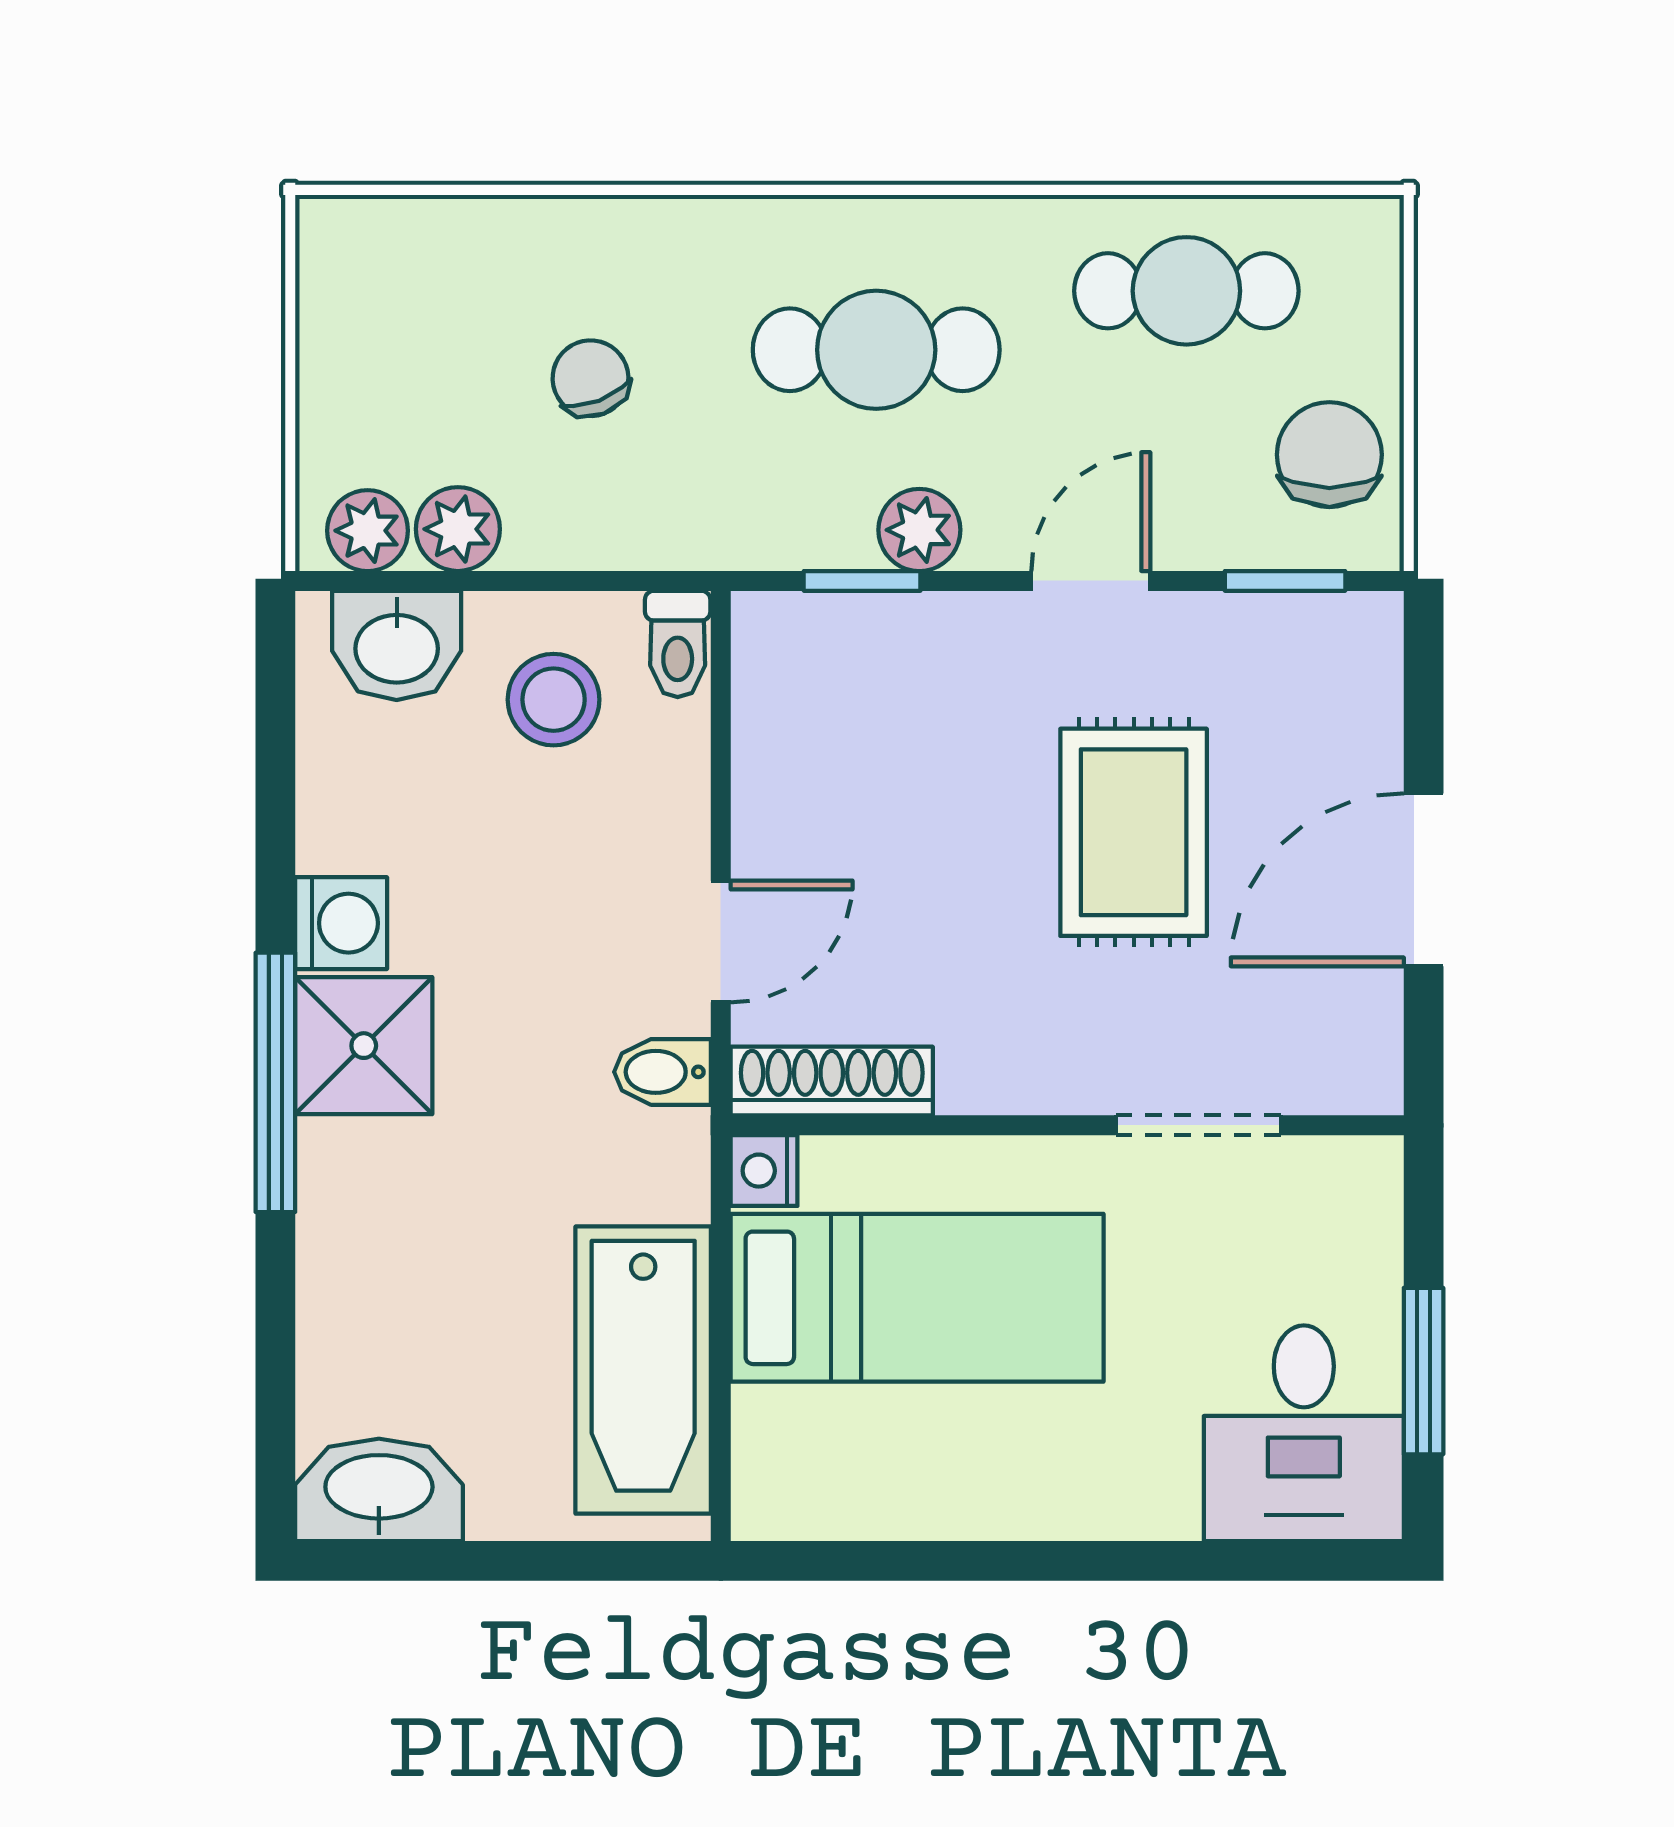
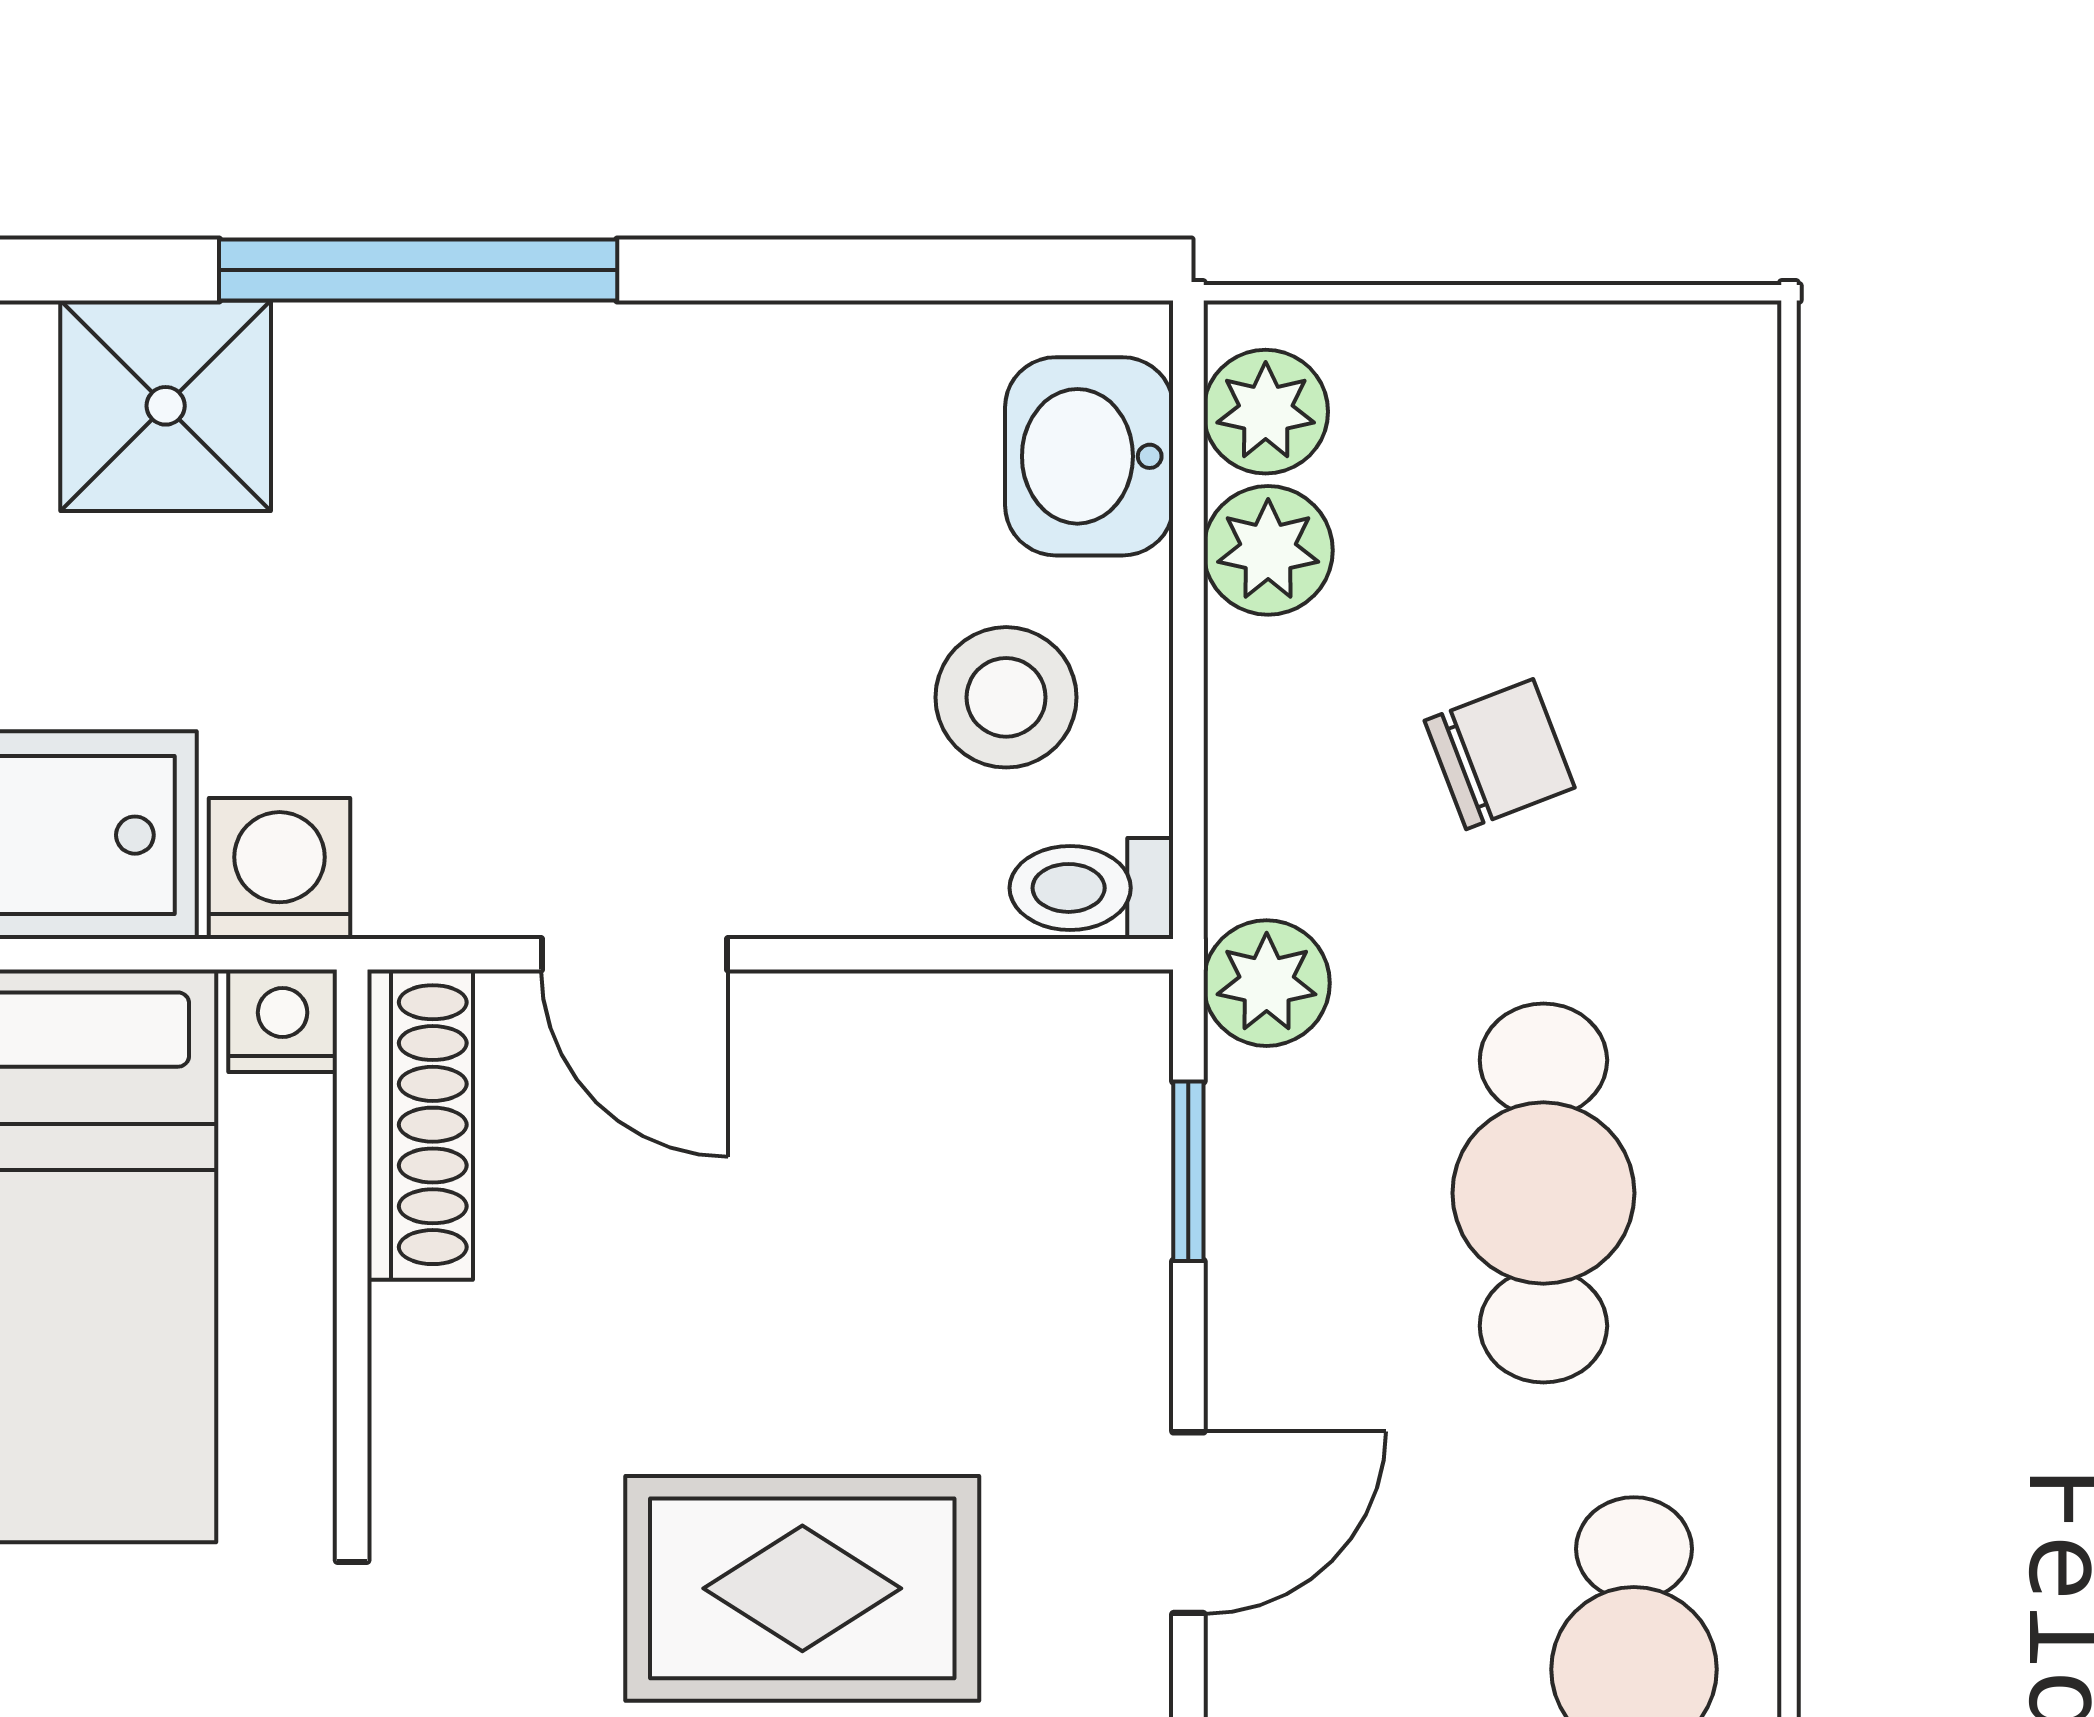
plant: (919, 530) -> (1267, 983), moved
door: (1091, 581) -> (1188, 1523), hinge flipped
washing machine: (341, 923) -> (279, 868), moved, turned 180
shower: (364, 1046) -> (166, 406), moved
bidet: (663, 1072) -> (434, 865), removed

